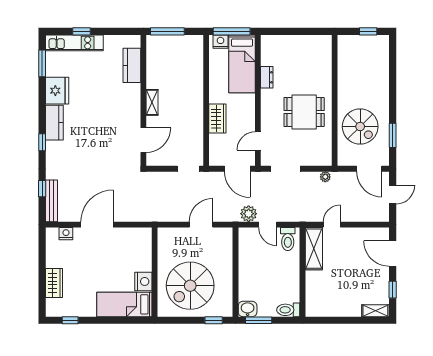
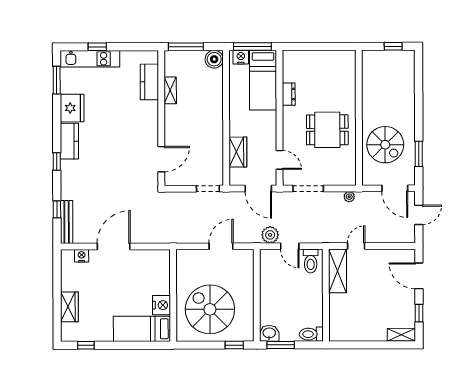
boiler: (195, 43) -> (214, 59), added
shelving: (152, 102) -> (170, 90), moved
wardrobe: (217, 118) -> (238, 152), moved
door: (258, 141) -> (280, 160), swing flipped
spiral stairs: (190, 286) -> (210, 309), turned 90

